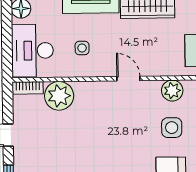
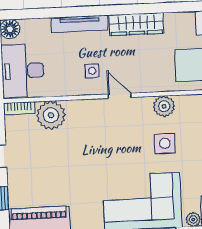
side table: (82, 48) -> (92, 71), moved

